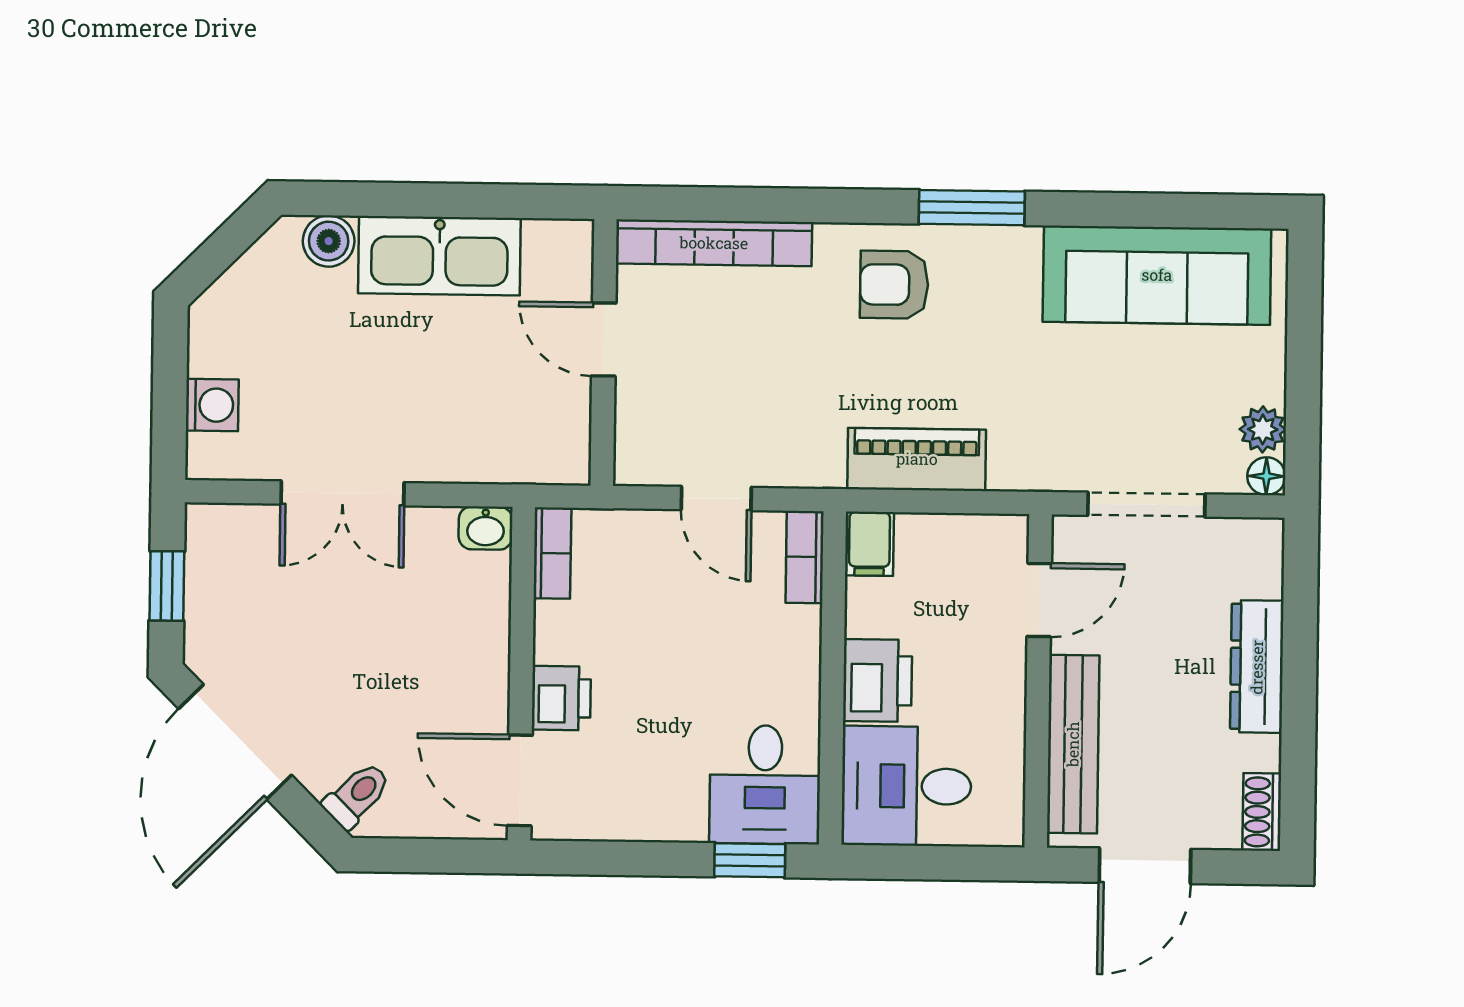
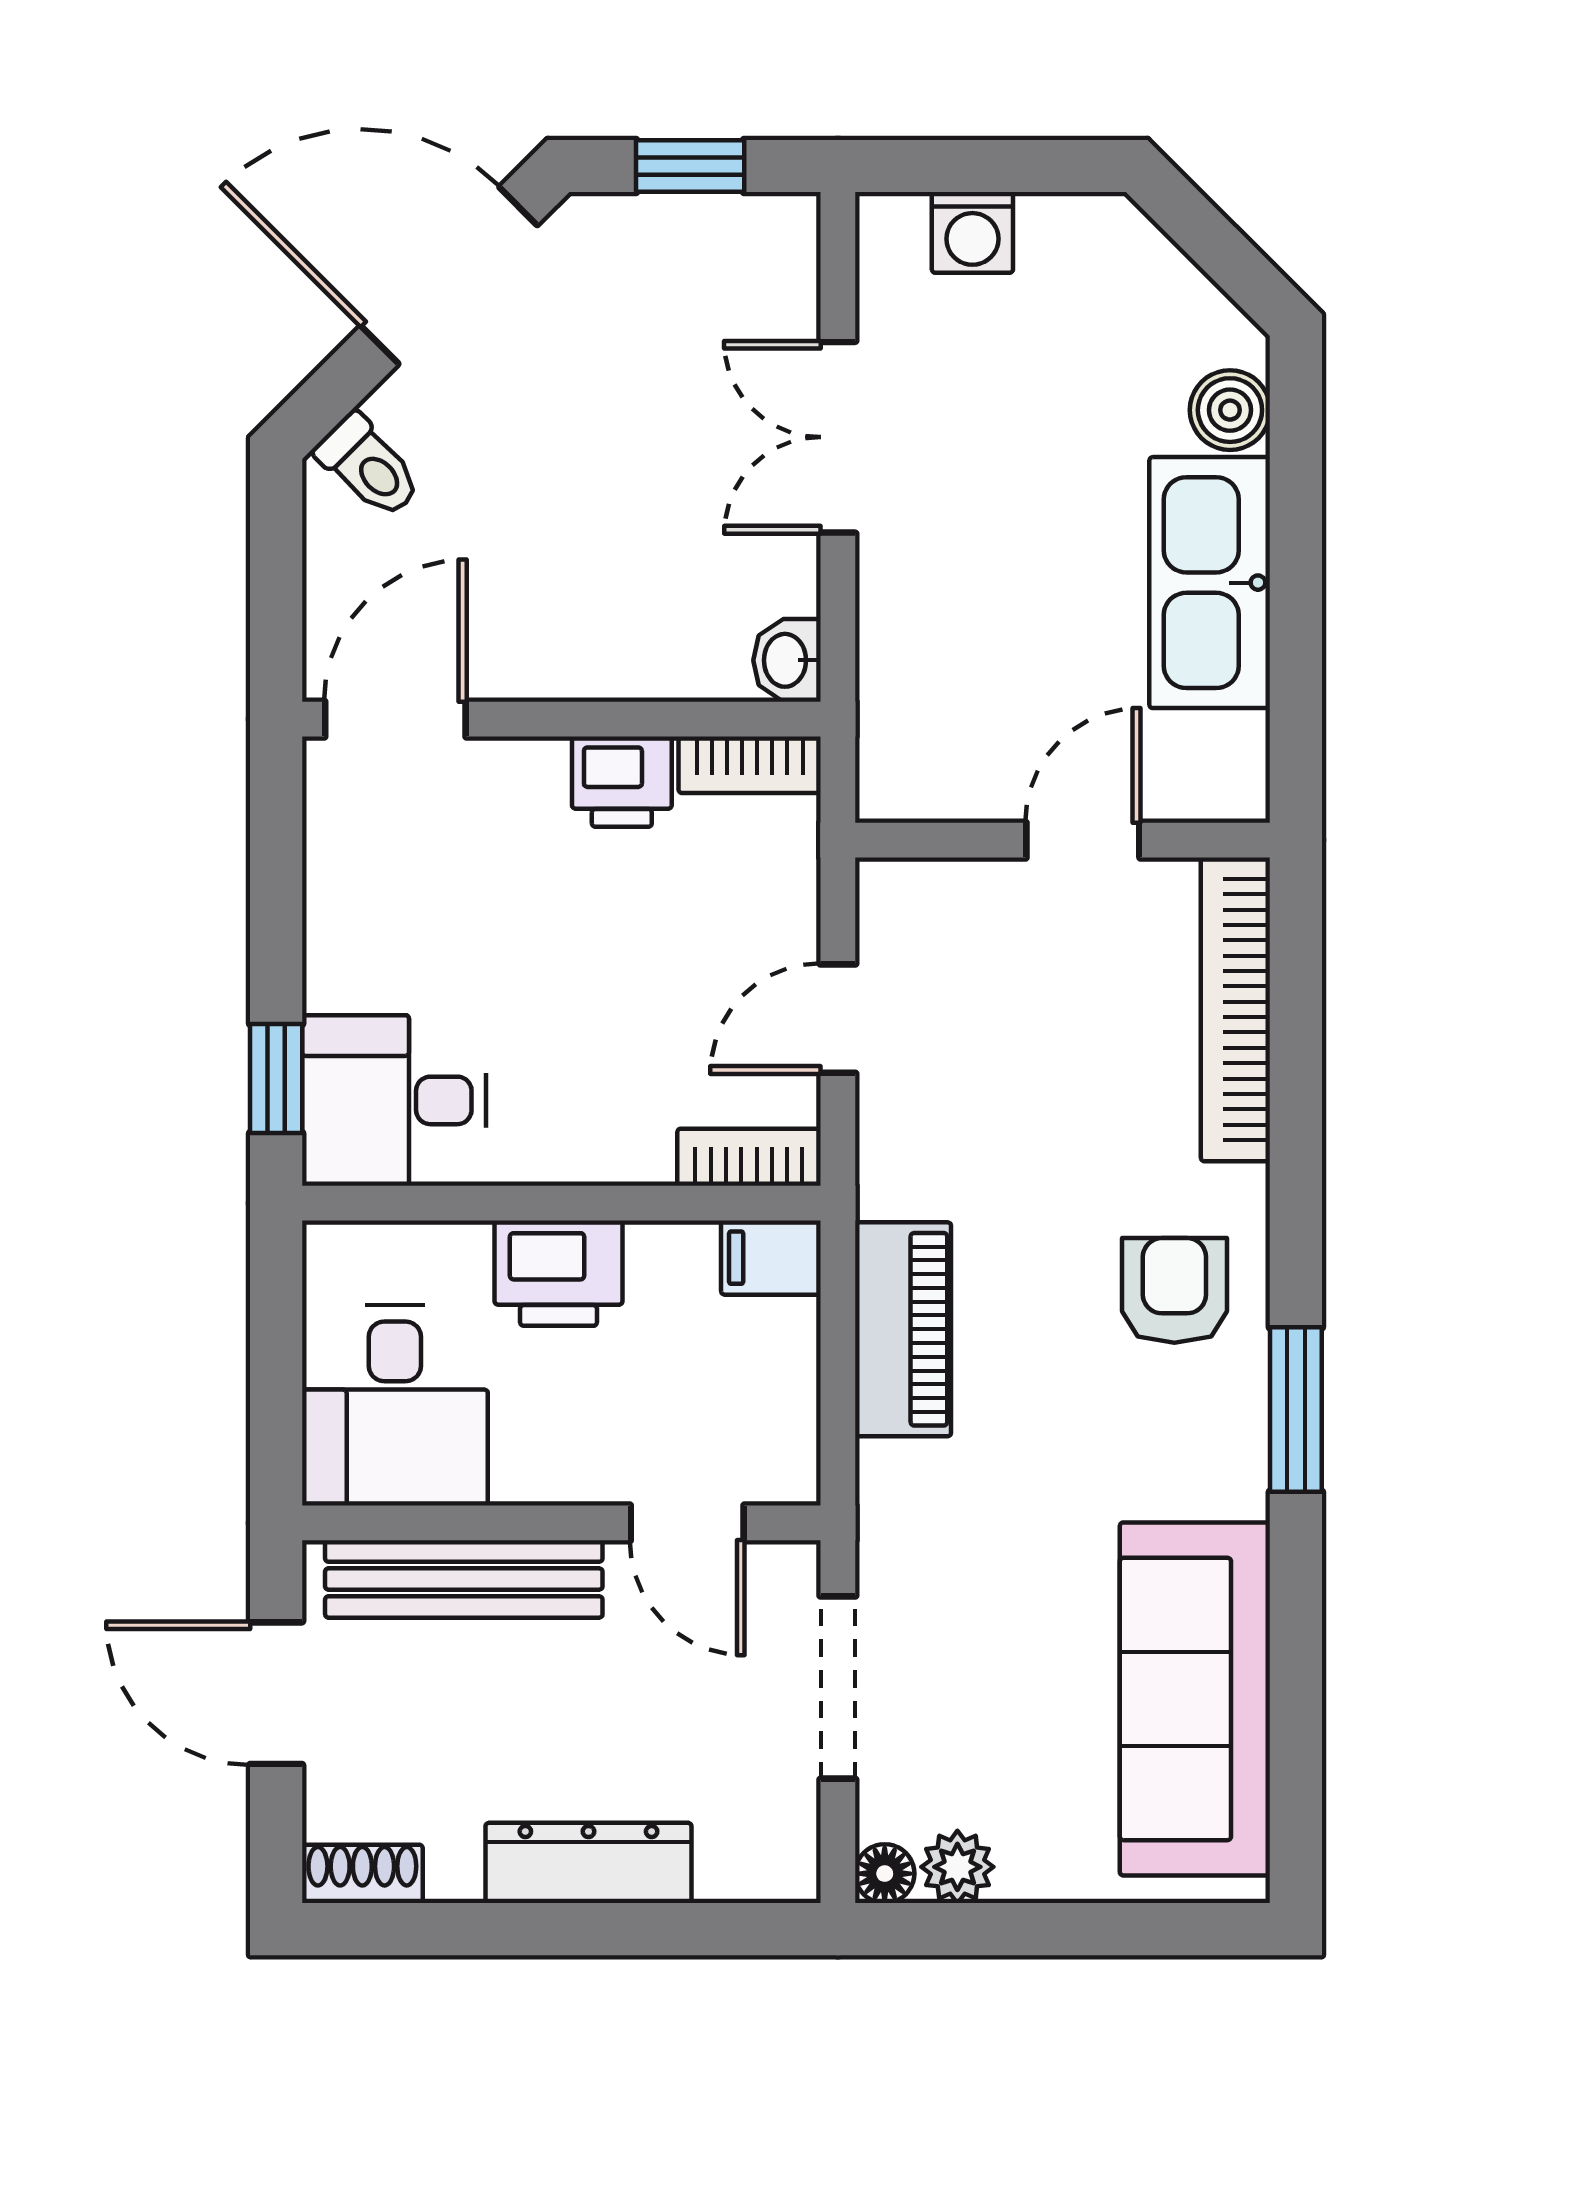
printer: (561, 698) -> (622, 782), moved
desk: (906, 786) -> (395, 1405), moved, turned 180

